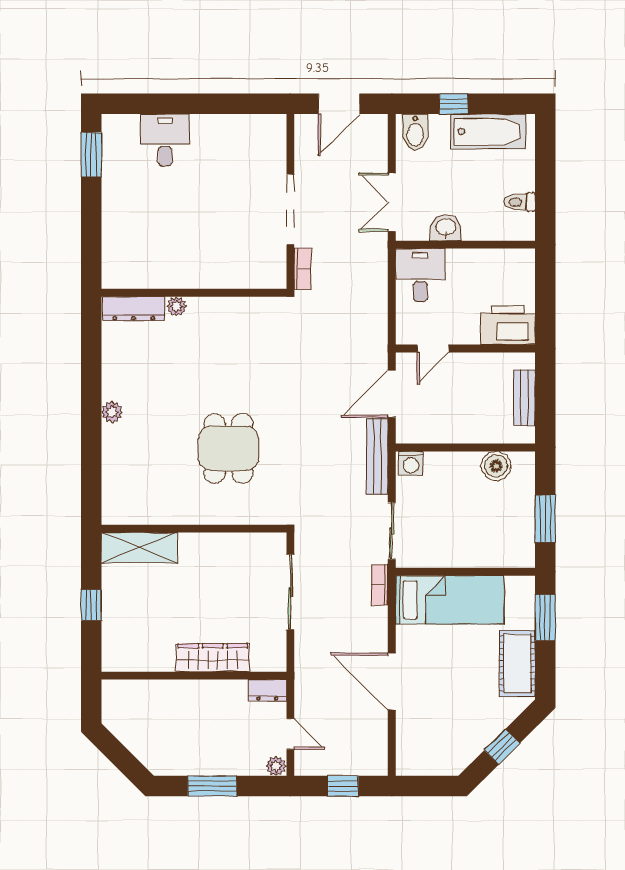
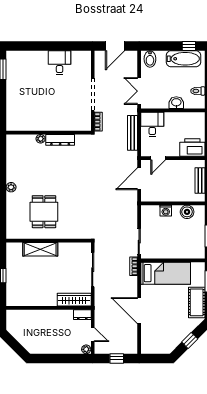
window: (454, 104) -> (189, 46), moved
desk: (165, 140) -> (60, 63), moved
washbasin: (446, 228) -> (176, 103), moved
dresser: (134, 309) -> (60, 140), moved
dining table: (229, 448) -> (44, 212), moved
bench: (377, 456) -> (133, 133), moved
washing machine: (411, 463) -> (166, 211), moved
shelving: (139, 548) -> (40, 249), moved
wardrobe: (213, 658) -> (74, 300), moved
window: (212, 786) -> (57, 358), removed

